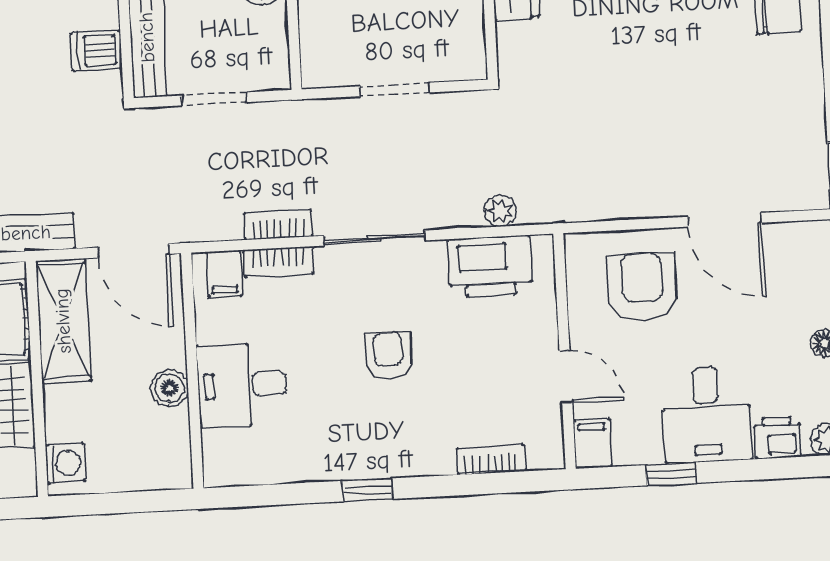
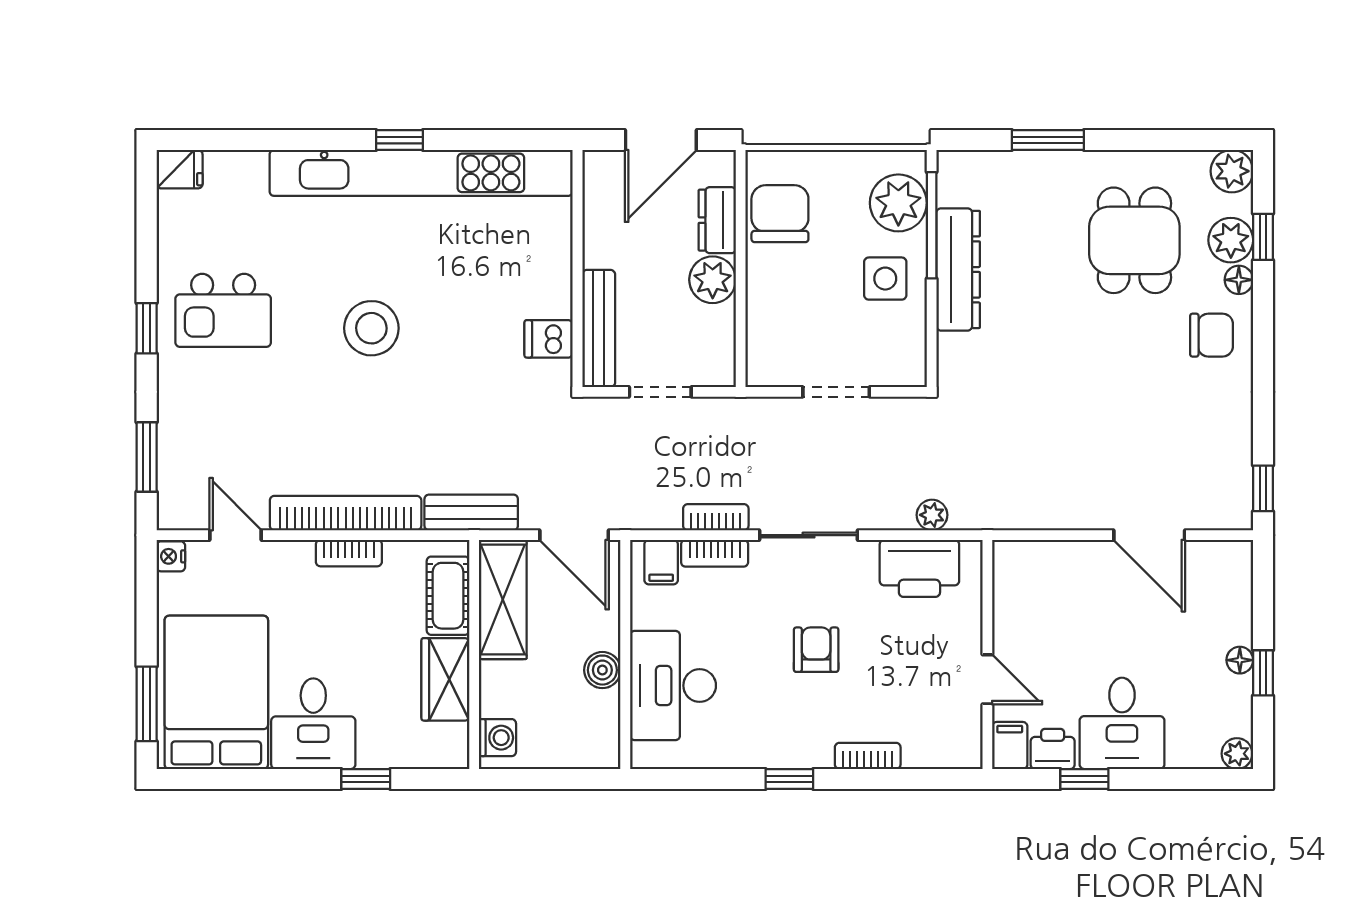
armchair: (642, 287) -> (1066, 596), removed
desk: (242, 385) -> (673, 686), width x1.37
printer: (777, 437) -> (1053, 749), moved
bookcase: (491, 460) -> (868, 756), moved

